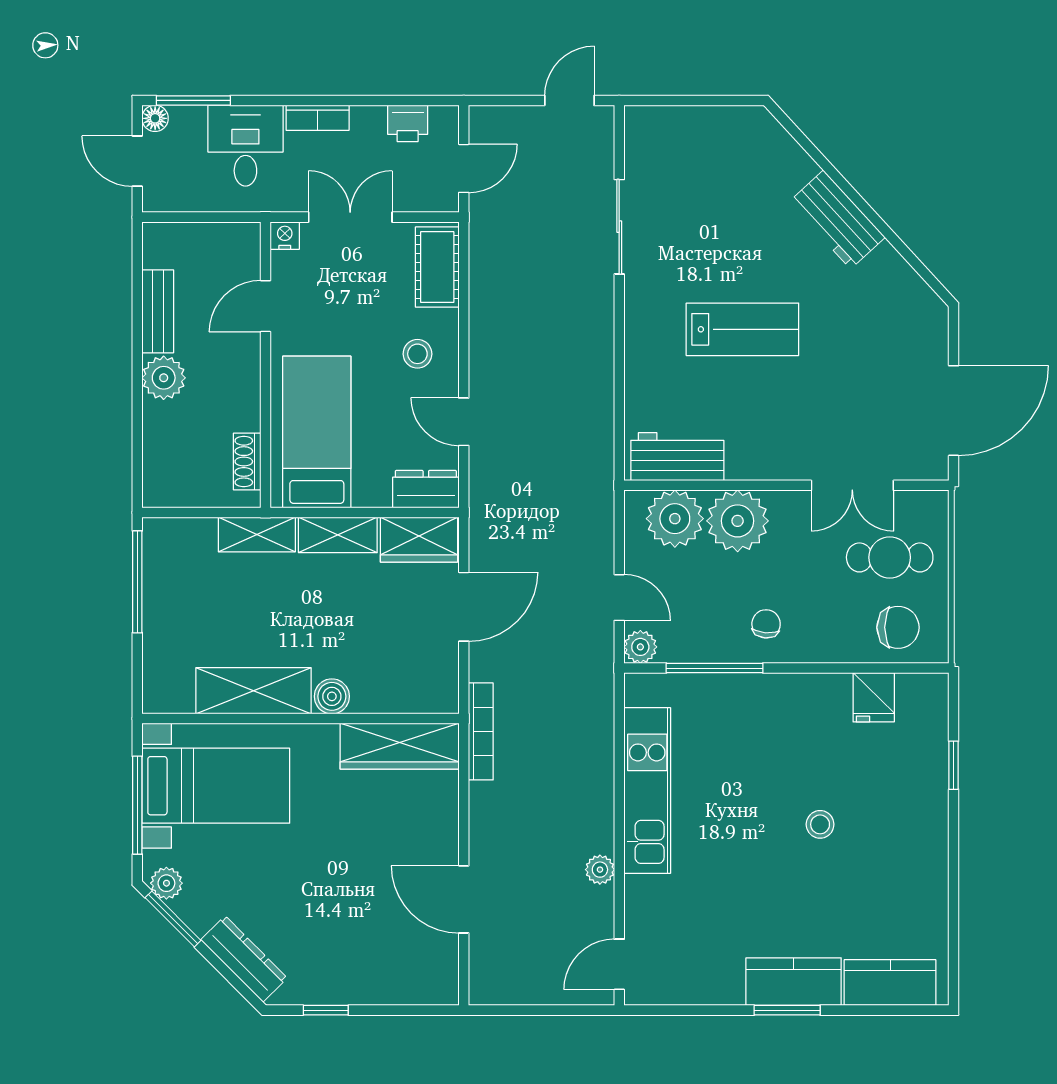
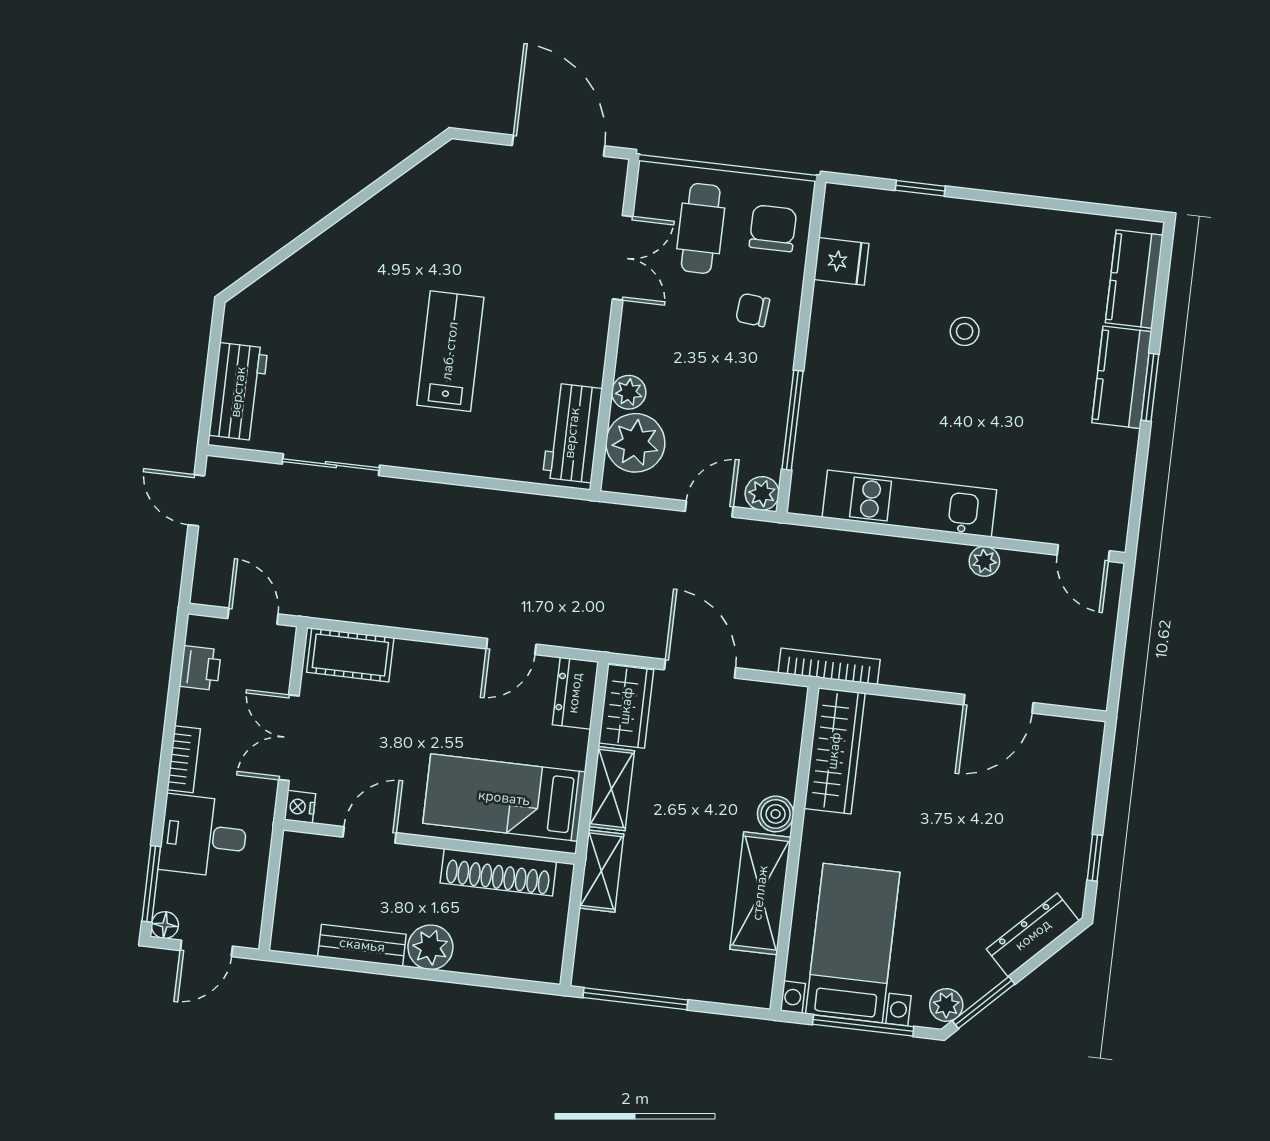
workbench: (837, 220) -> (238, 392), moved, turned -47
door: (266, 306) -> (370, 835), swing flipped
stool: (417, 354) -> (436, 686), removed
shoe rack: (247, 462) -> (498, 872), width x1.94, depth x1.24
plant: (738, 521) -> (629, 392), width x0.53, depth x0.53
chair: (766, 624) -> (753, 310), moved

